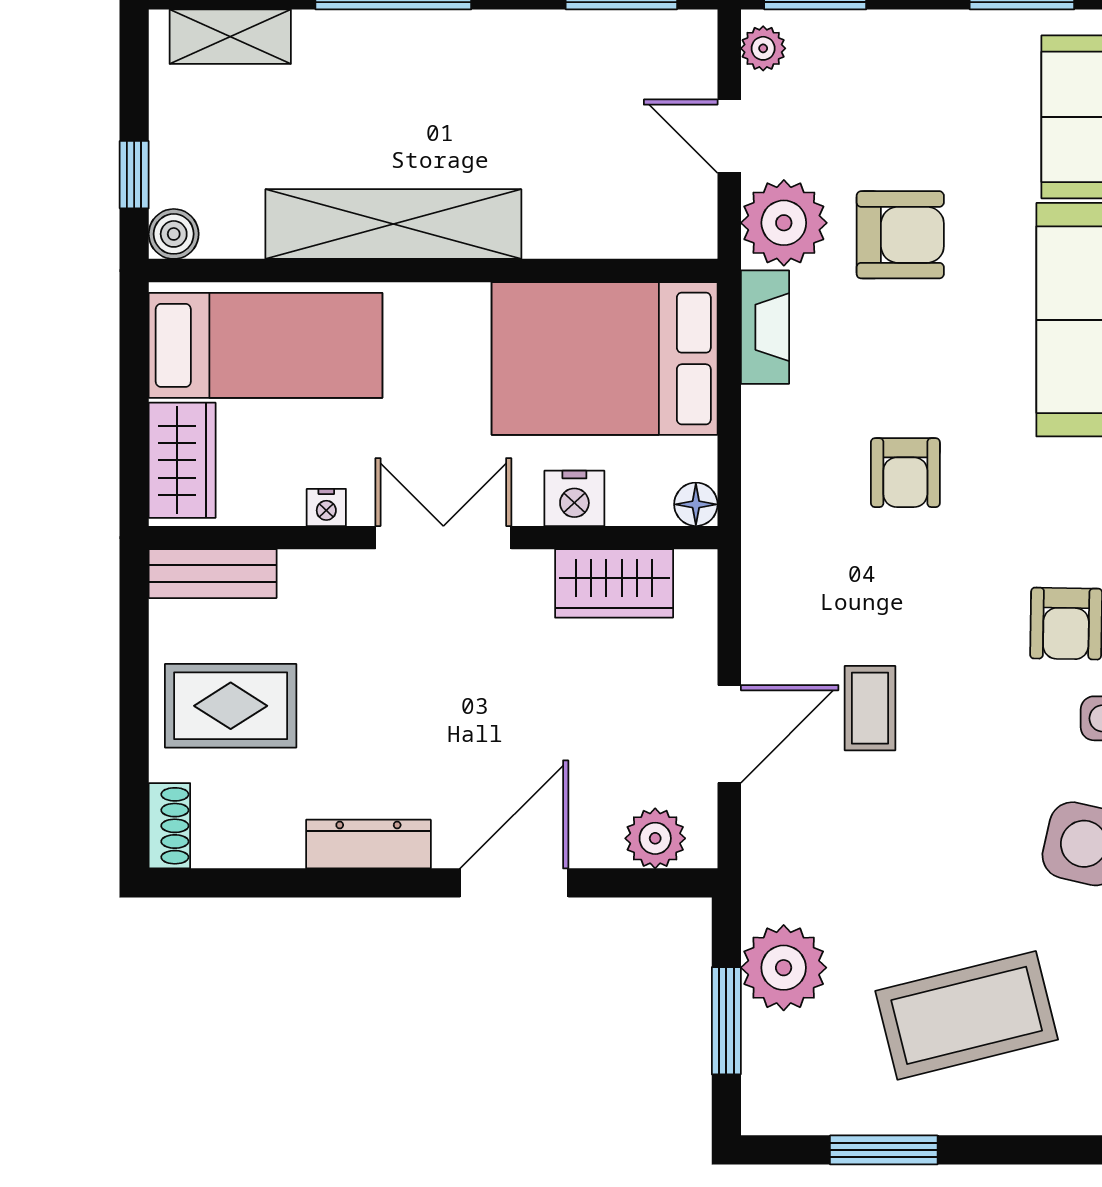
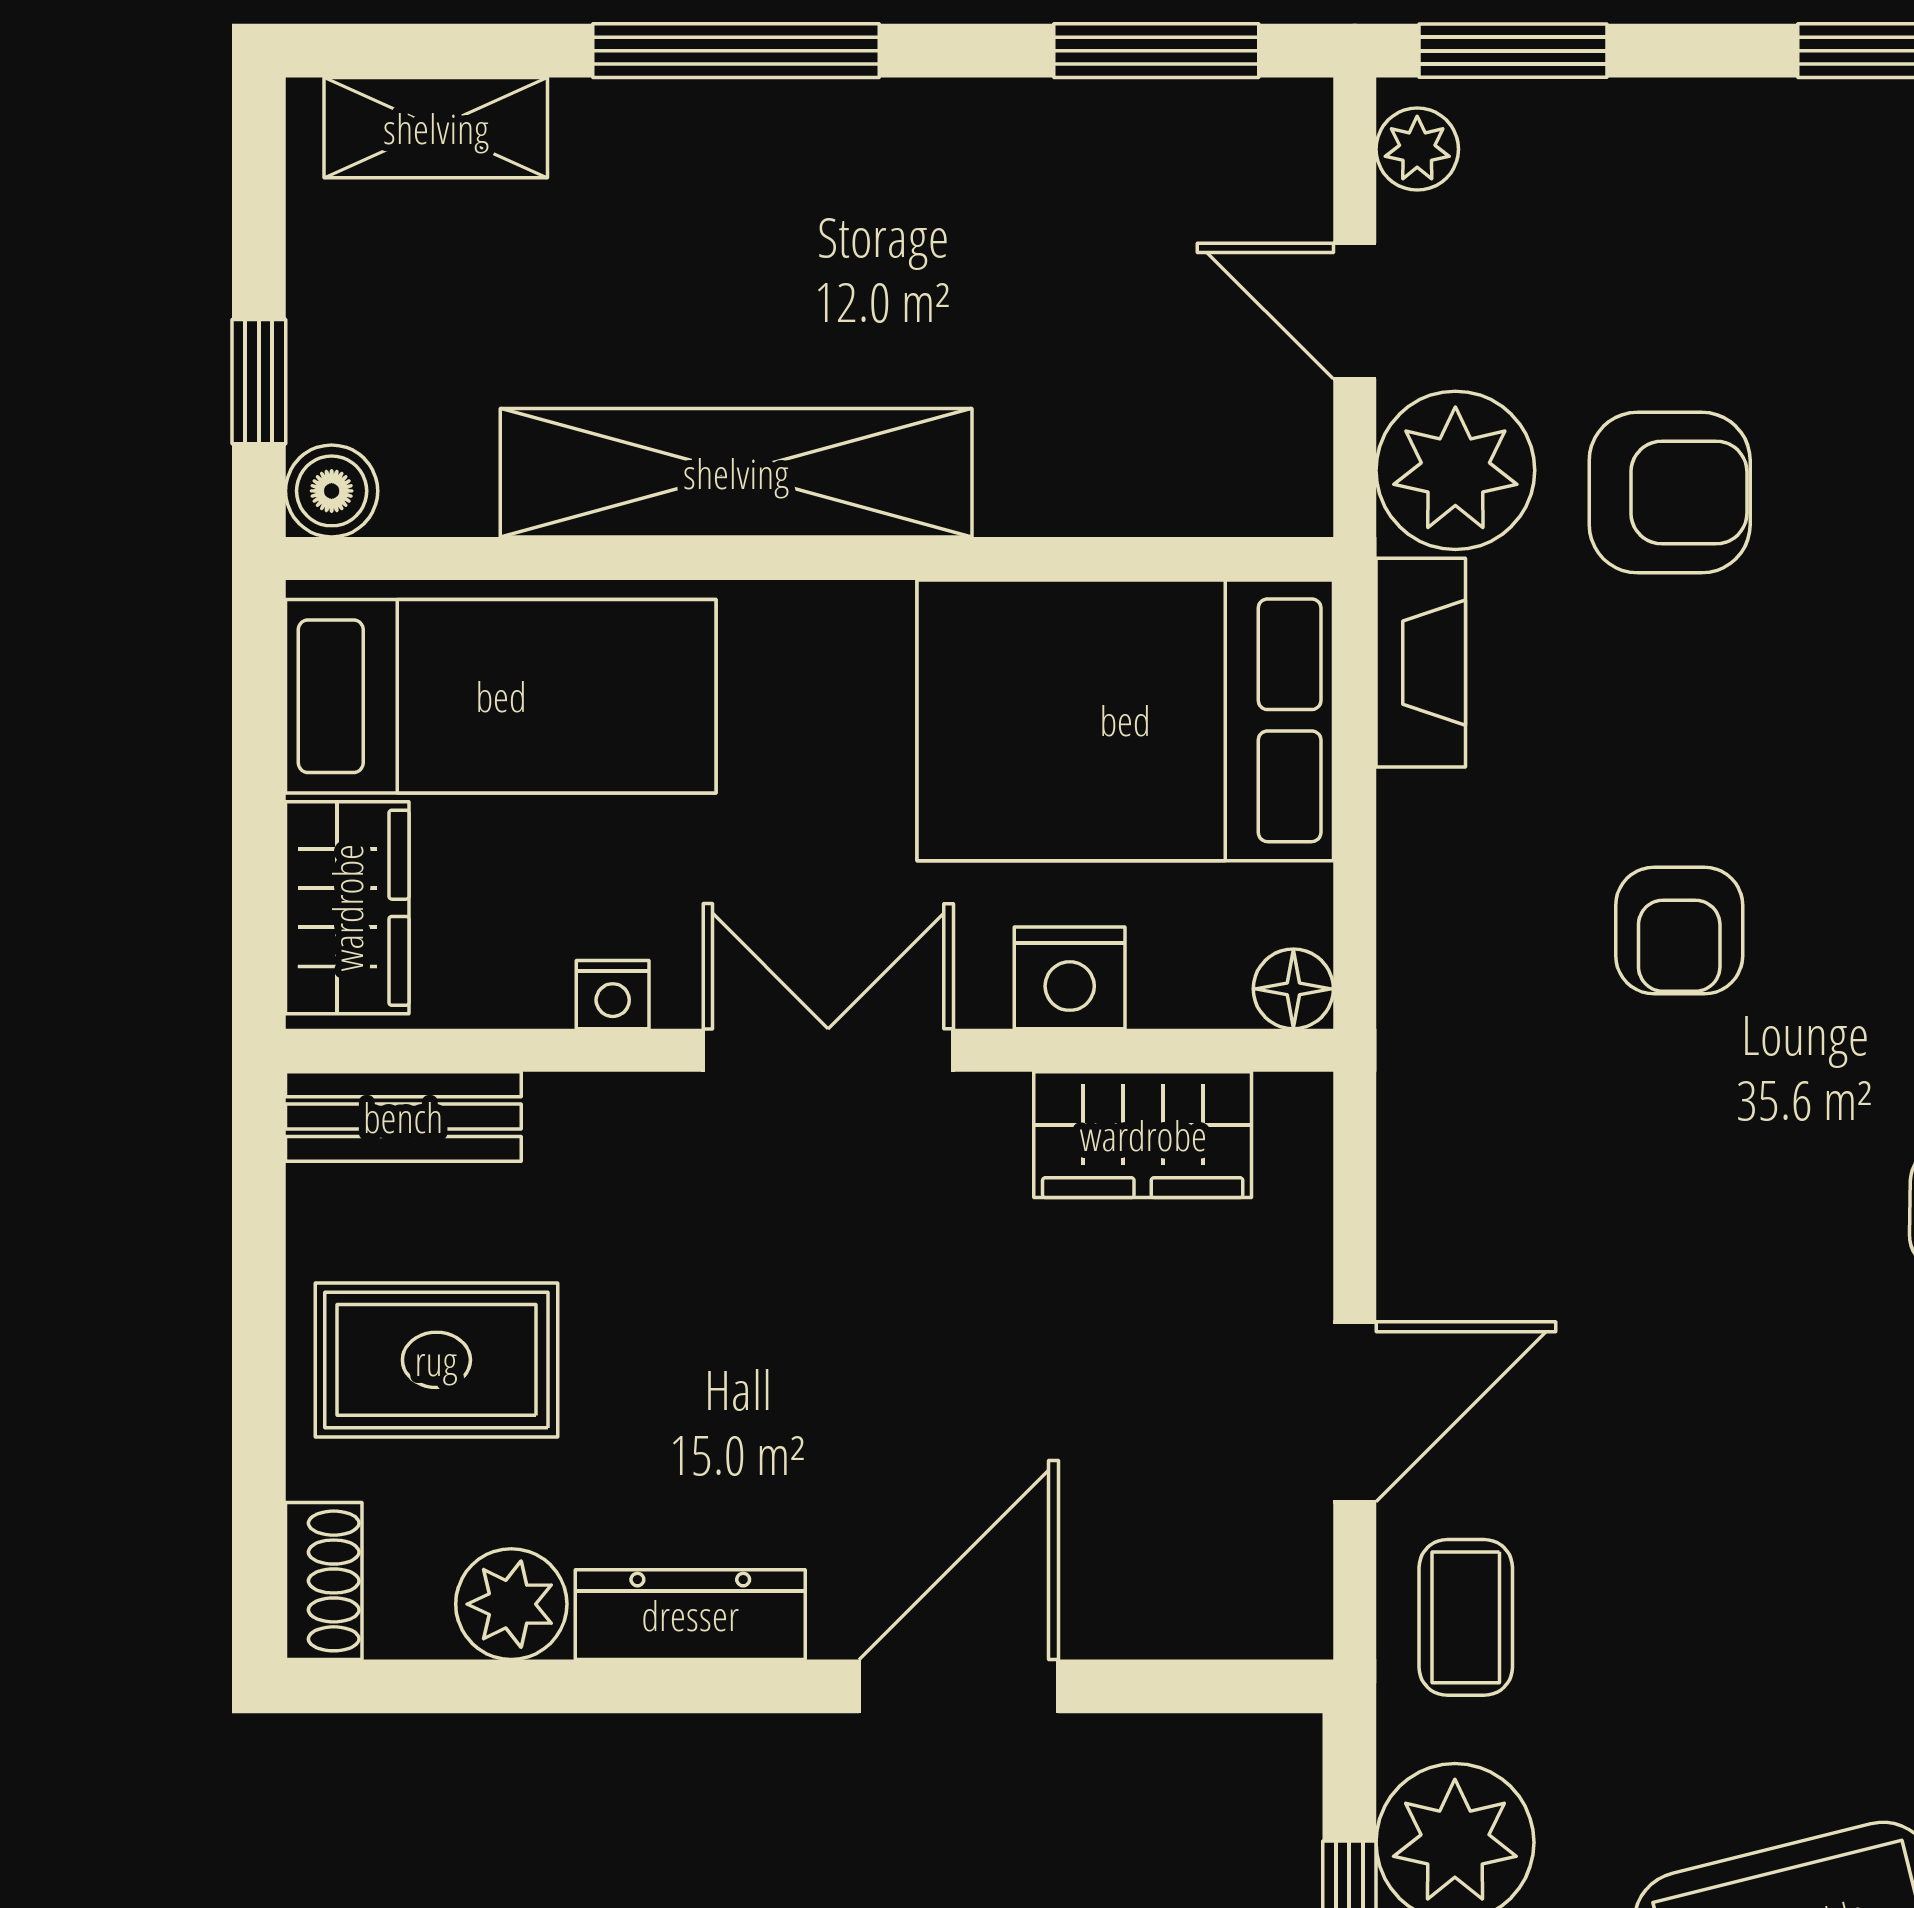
coffee table: (870, 708) -> (1466, 1617), moved
plant: (655, 838) -> (511, 1604), moved

